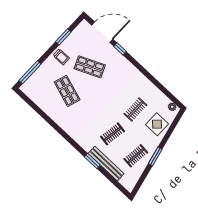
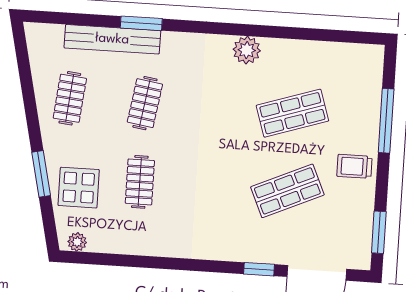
window: (63, 37) -> (379, 232), moved
window: (30, 72) -> (386, 121), moved
shop shelf: (67, 91) -> (292, 113), turned -36
plant: (65, 124) -> (247, 50), added
window: (155, 156) -> (41, 174), moved

